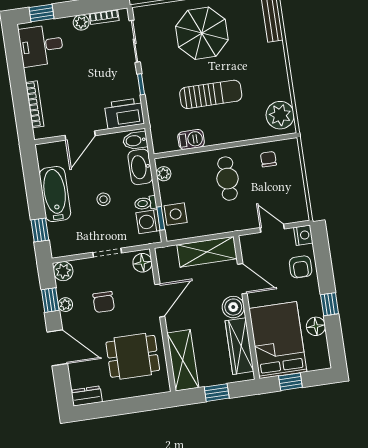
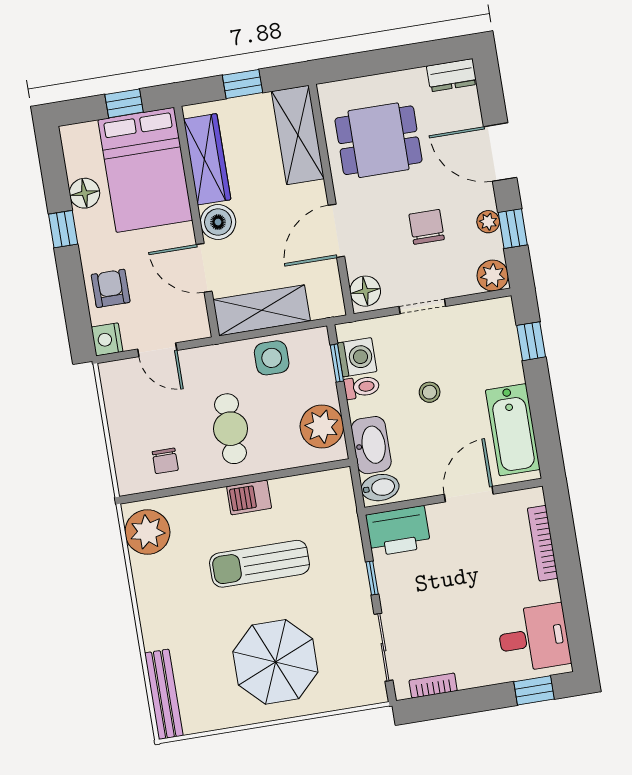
plant: (81, 22) -> (470, 676), removed
barbecue: (191, 139) -> (249, 497), moved
plant: (164, 174) -> (322, 427), width x1.88, depth x1.88
bathtub: (55, 194) -> (513, 430), moved
side table: (176, 214) -> (272, 358), moved

